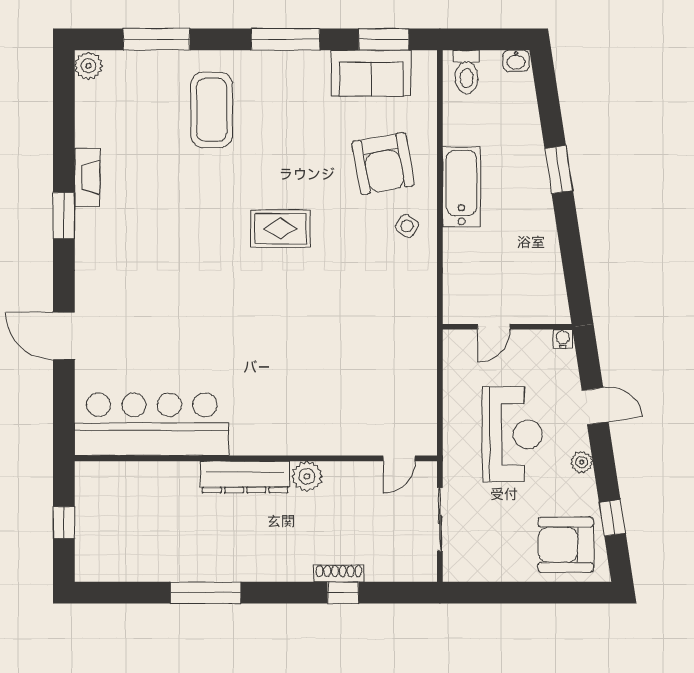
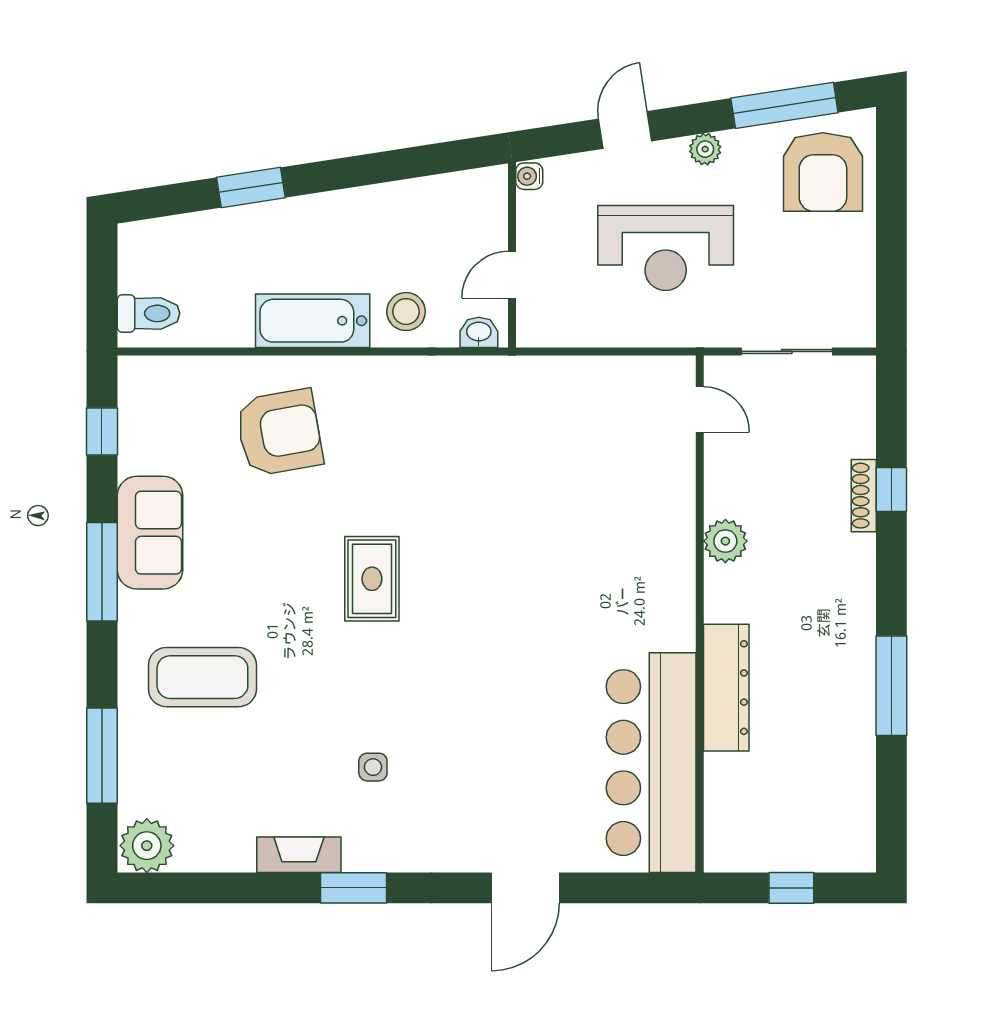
window: (384, 39) -> (102, 431), width x0.67
washbasin: (516, 61) -> (479, 332), moved, turned -90
plant: (88, 66) -> (147, 846), width x1.36, depth x1.36
sofa: (371, 73) -> (150, 533), moved
window: (559, 170) -> (251, 187), moved
side table: (407, 226) -> (373, 767), moved, turned -34
stool: (468, 252) -> (406, 312), added
door: (494, 327) -> (512, 275), swing flipped
reception desk: (512, 434) -> (666, 248), turned 180
dresser: (245, 477) -> (726, 688), moved
window: (612, 518) -> (784, 105), width x2.17

